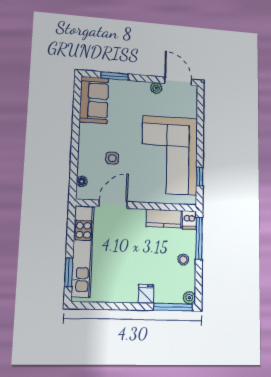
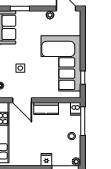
door: (113, 204) -> (22, 100), swing flipped
kitchen counter: (164, 219) -> (46, 108), moved

